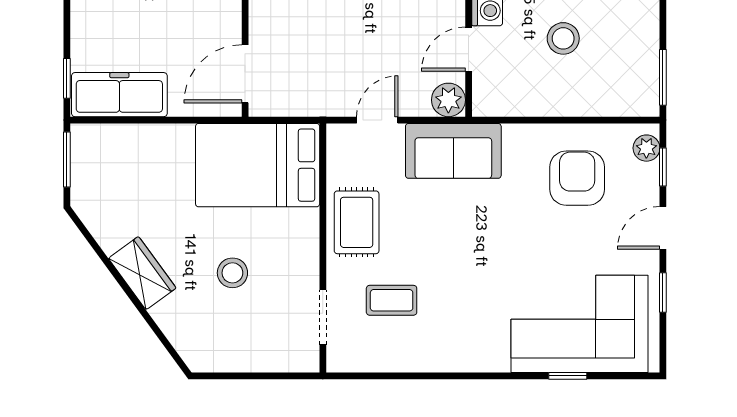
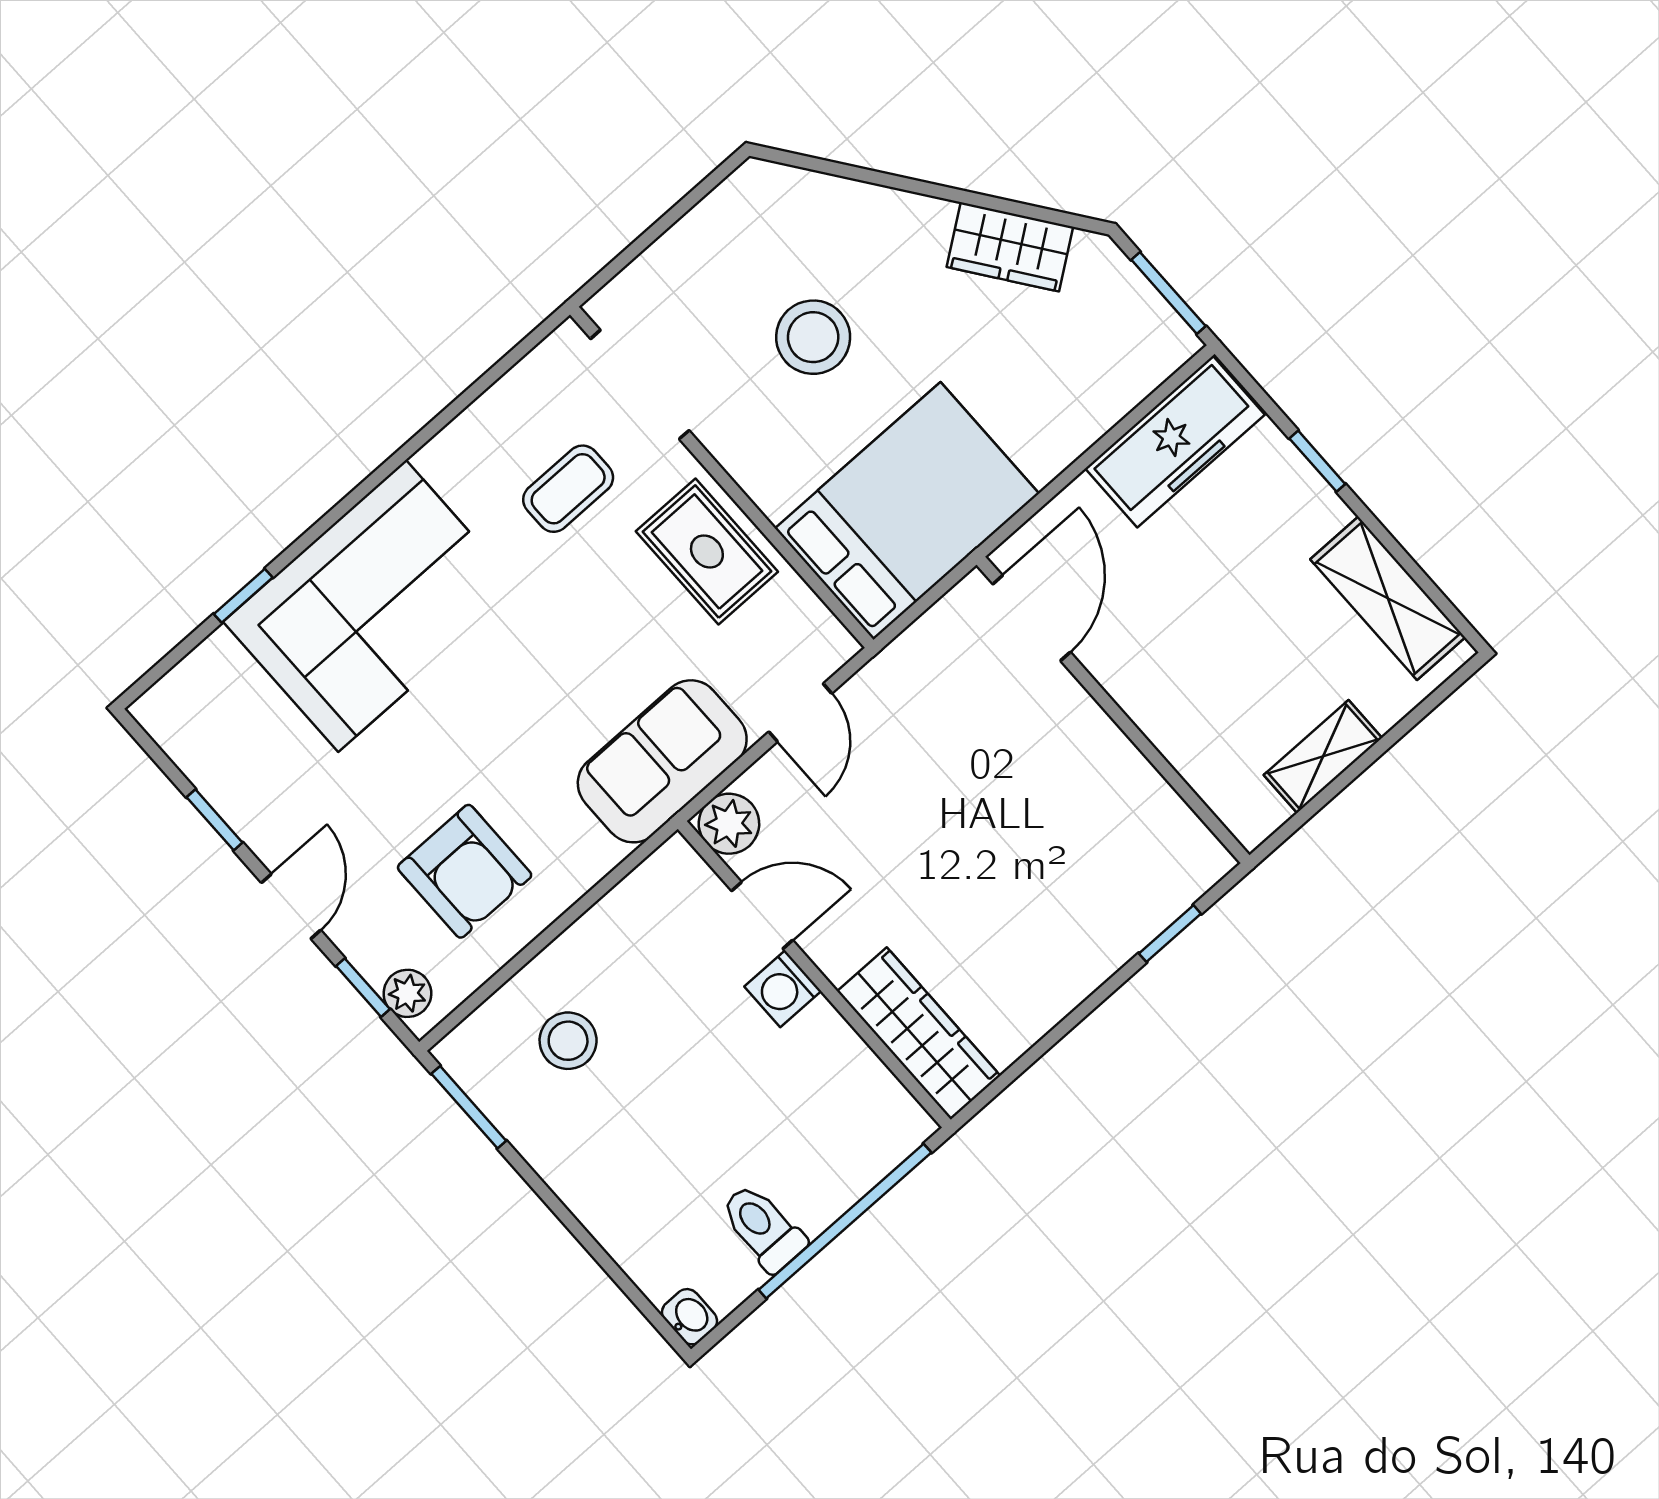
stool: (563, 38) -> (568, 1041), moved
door: (469, 49) -> (762, 915), hinge flipped
window: (67, 78) -> (1317, 461), moved
wardrobe: (142, 273) -> (1010, 247), moved
stool: (232, 273) -> (813, 337), width x1.38, depth x1.38
doorway: (323, 317) -> (640, 385), width x1.38
corner sofa: (580, 324) -> (372, 606), moved

